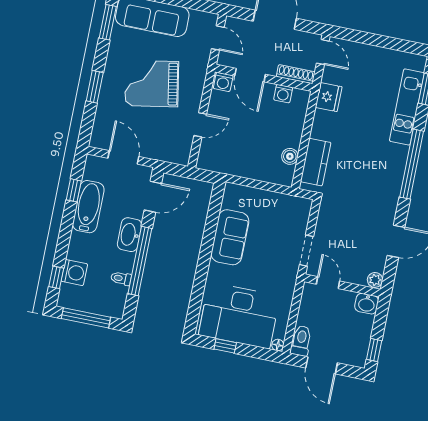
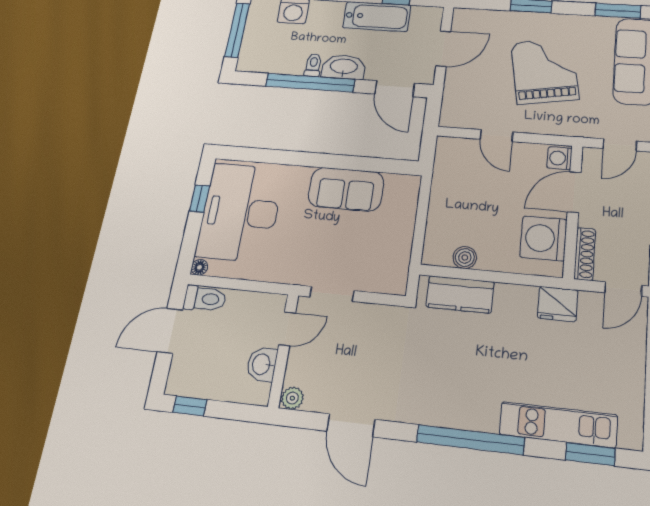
washing machine: (283, 94) -> (544, 238), width x1.89, depth x1.89
toilet: (121, 278) -> (313, 65), moved
washbasin: (367, 304) -> (262, 364), moved

